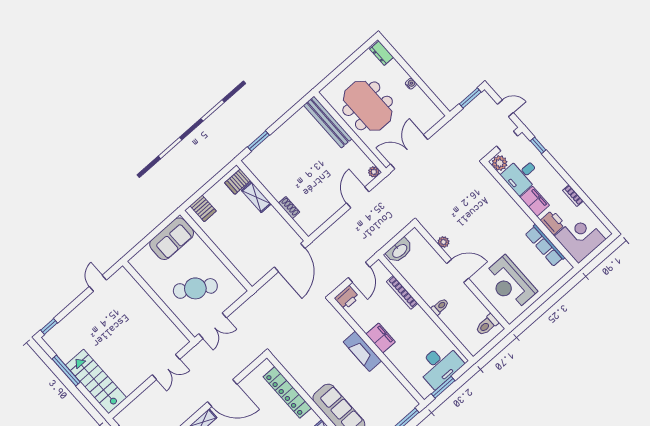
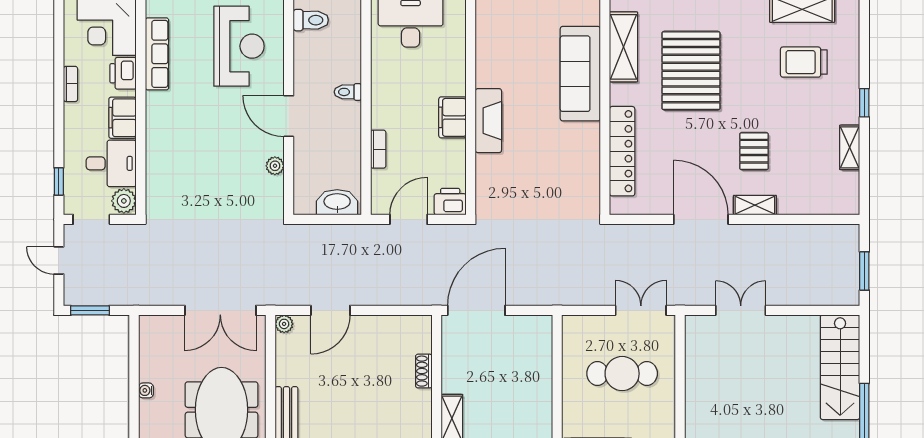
cafe table: (195, 288) -> (622, 374), turned -32
bookcase: (402, 292) -> (378, 149), width x0.64

